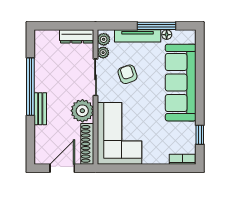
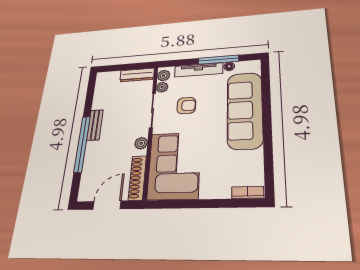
armchair: (128, 74) -> (186, 106), turned 109
window: (30, 87) -> (82, 144), moved
bench: (40, 109) -> (95, 125), moved
plant: (82, 111) -> (141, 143), width x0.53, depth x0.53
window: (200, 135) -> (269, 164), removed

